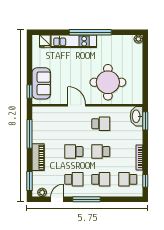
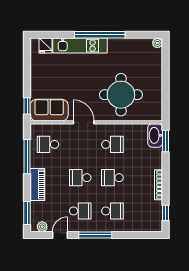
sofa: (41, 83) -> (49, 110), moved, turned -90
school desk: (128, 179) -> (48, 144), moved

